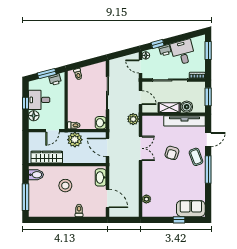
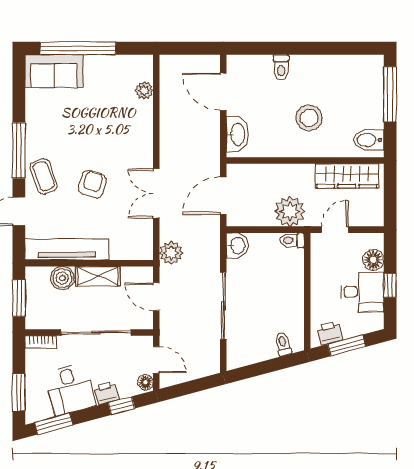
window: (191, 35) -> (54, 424), added
door: (107, 147) -> (223, 196), swing flipped
window: (179, 220) -> (78, 48), width x3.17

